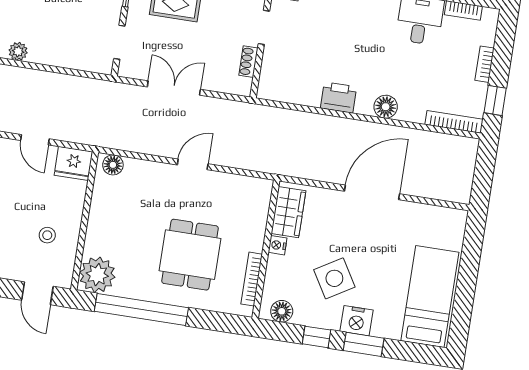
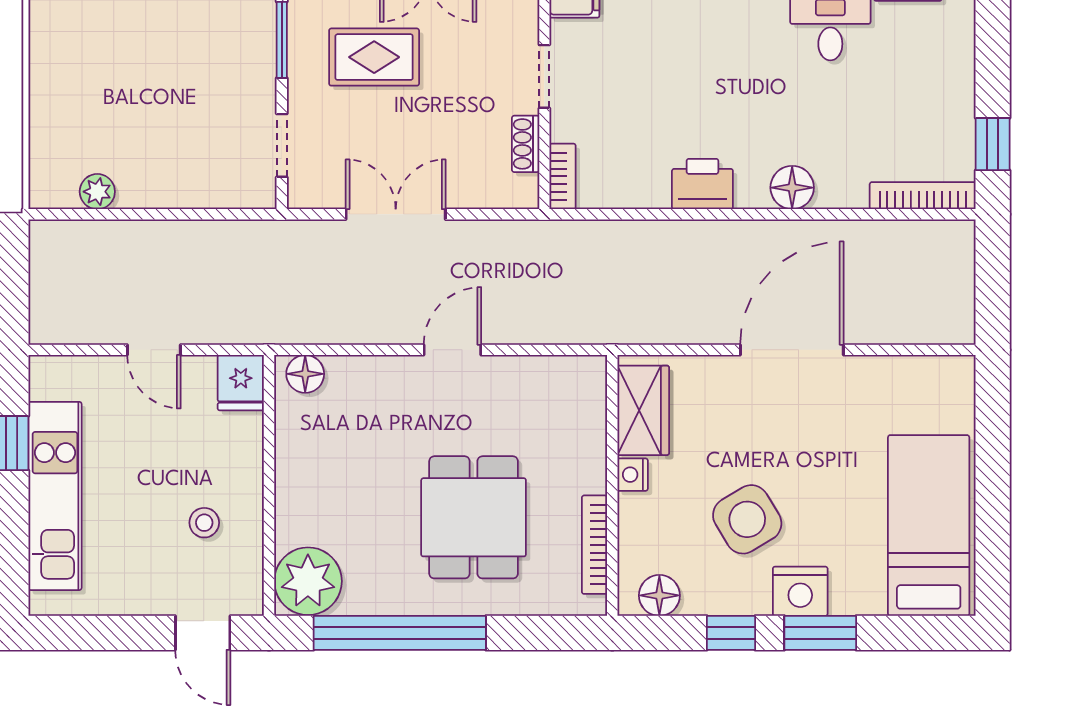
bookcase: (485, 64) -> (563, 176), moved, turned 180
fridge: (73, 163) -> (241, 383), width x0.72

